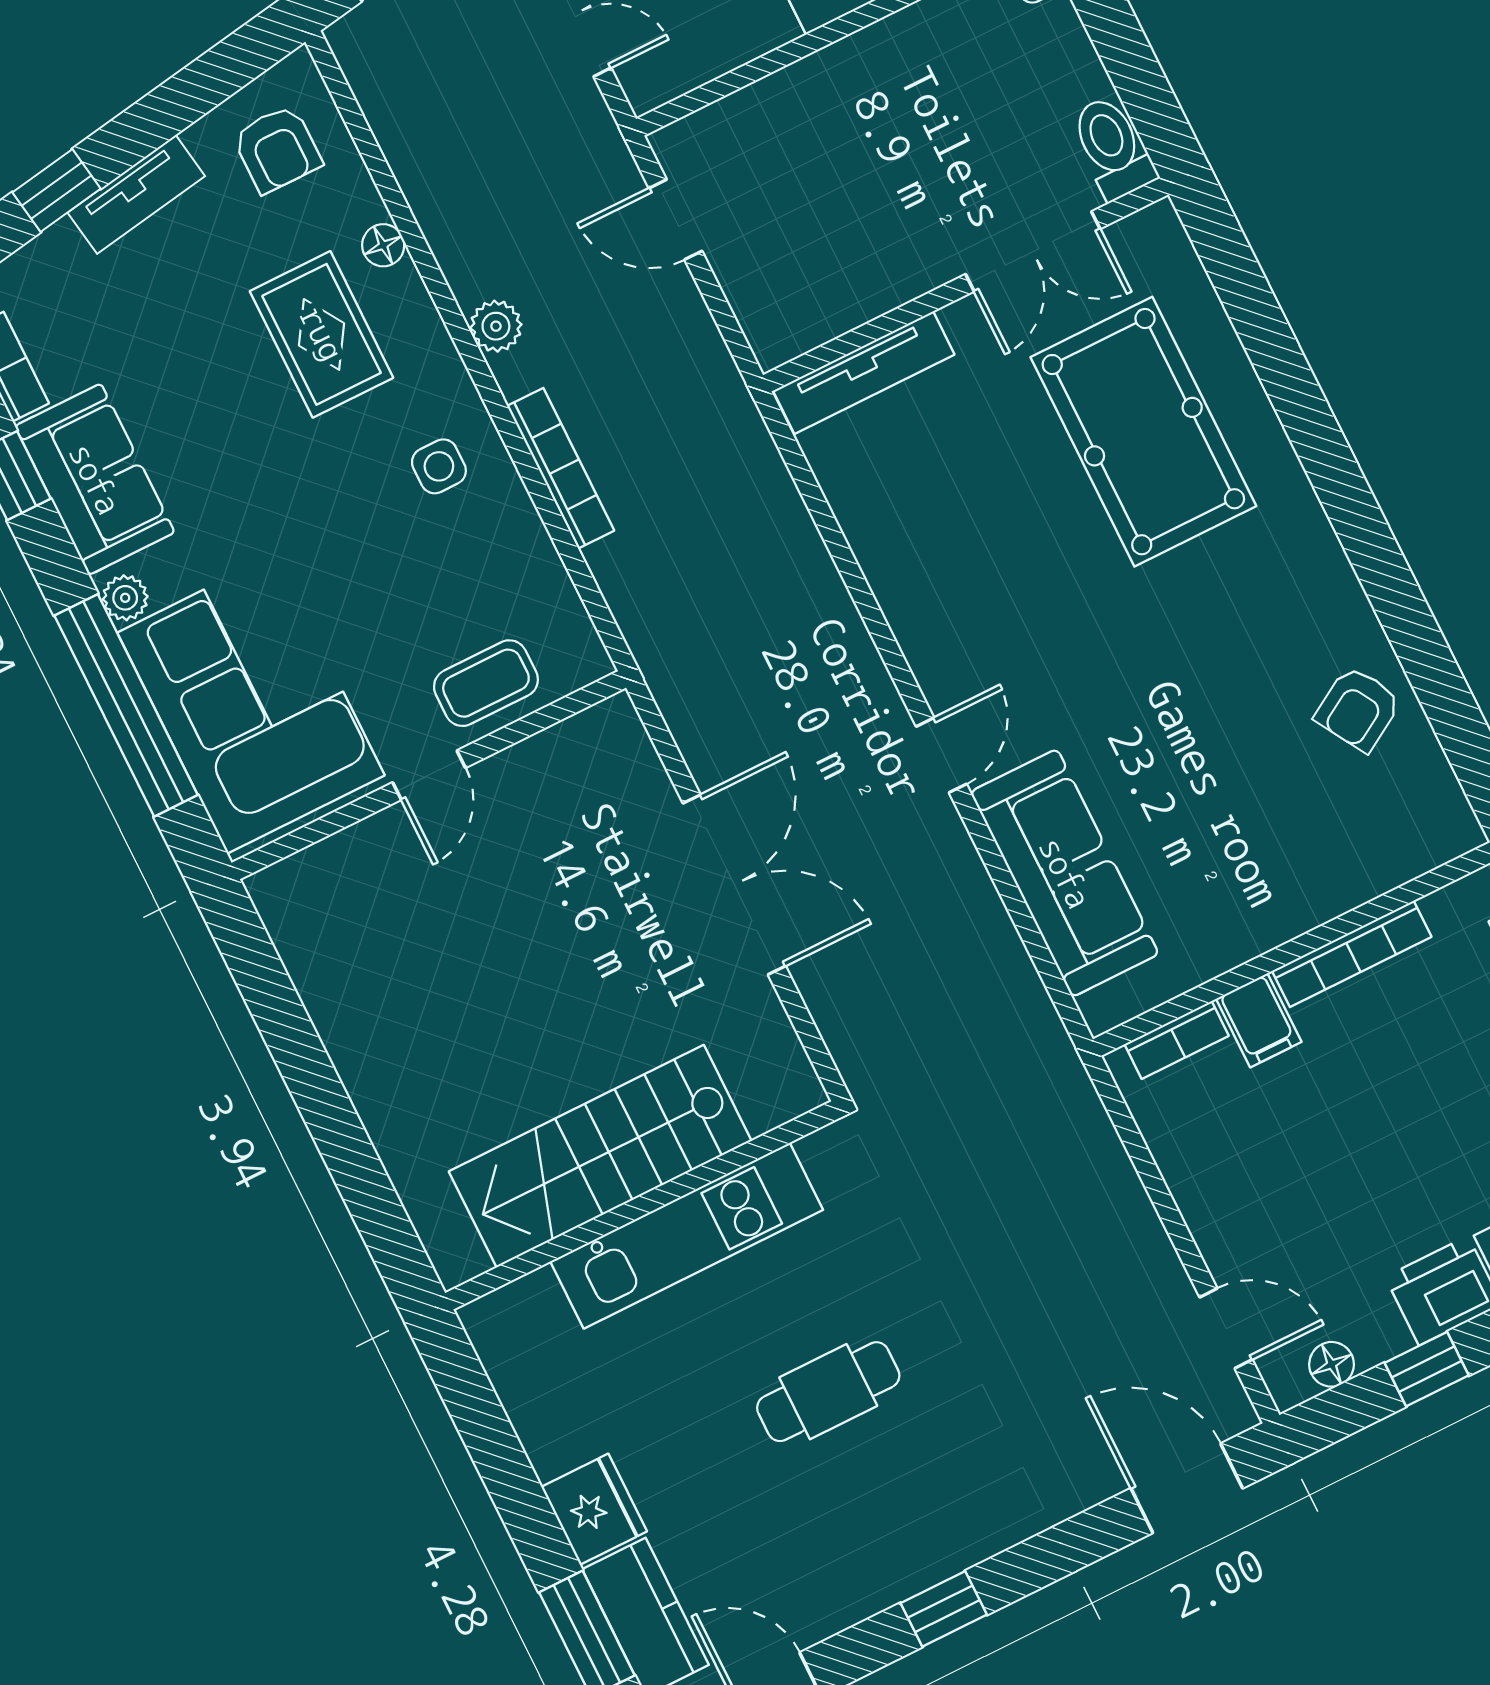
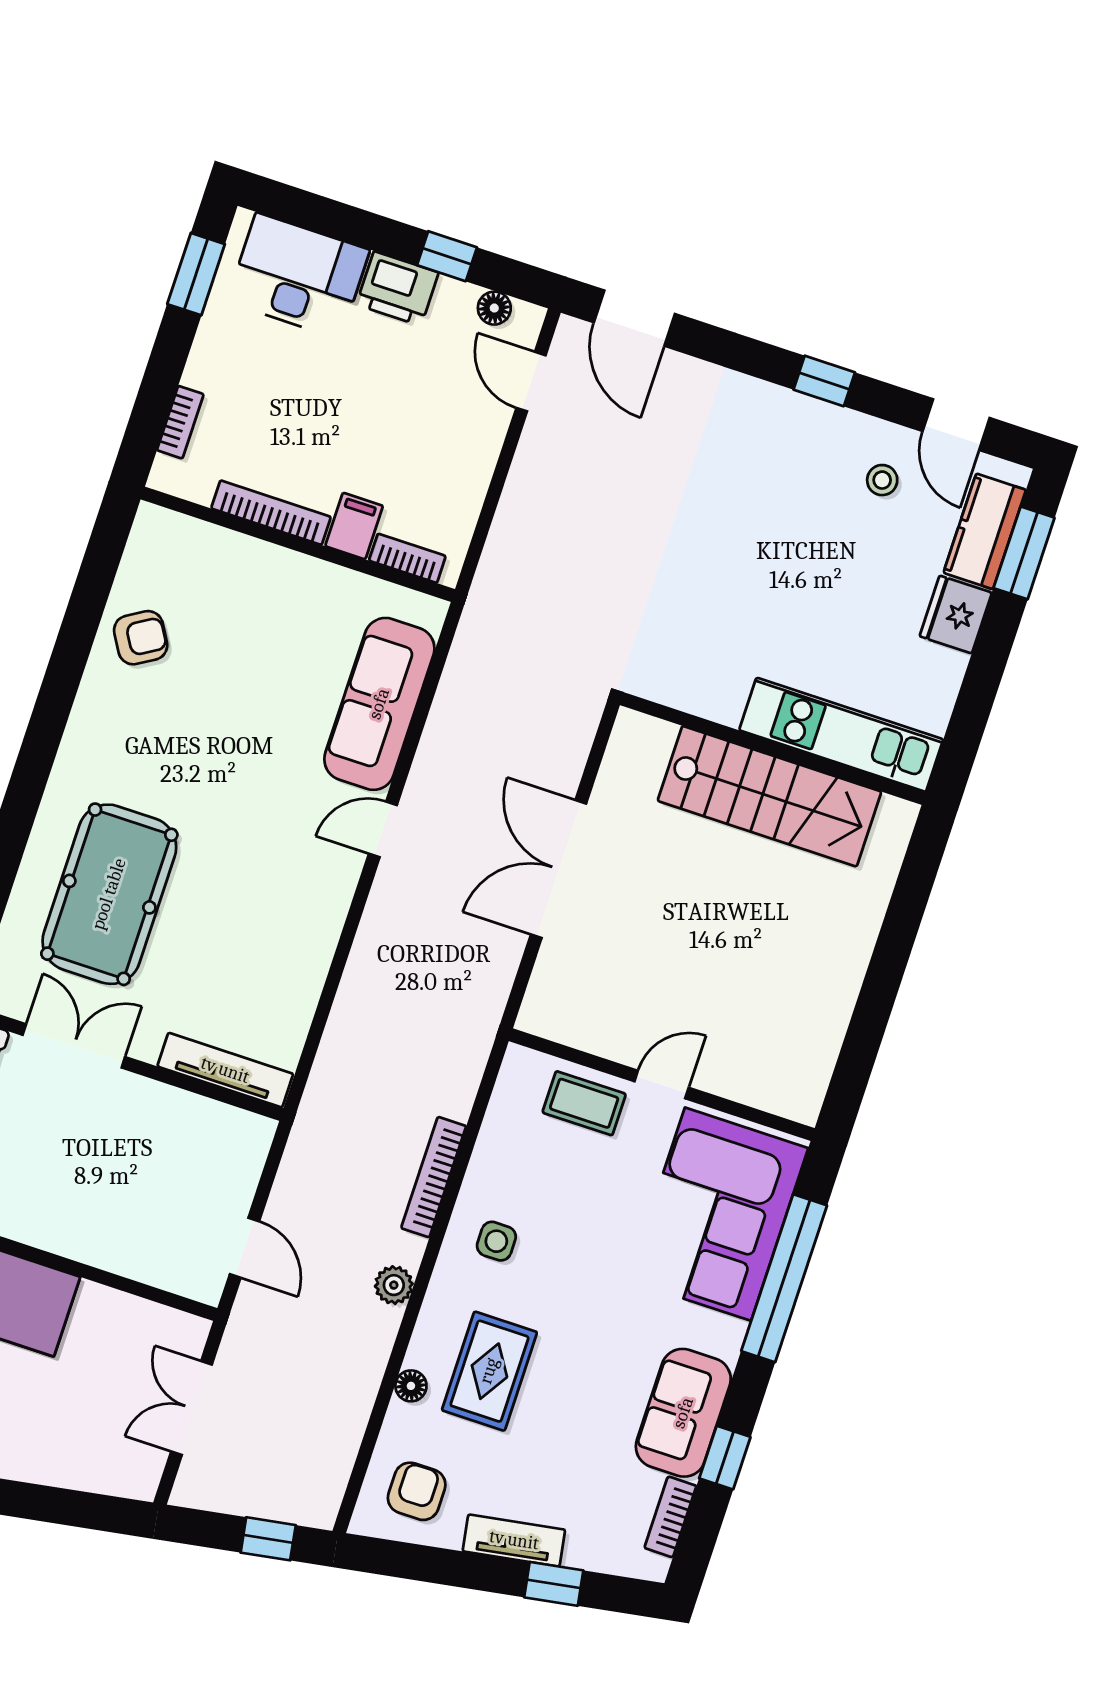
plant: (125, 598) -> (729, 1335), removed
kitchen unit: (687, 1236) -> (841, 735), moved
cafe table: (828, 1392) -> (772, 555), removed
stool: (793, 1569) -> (882, 480), added

